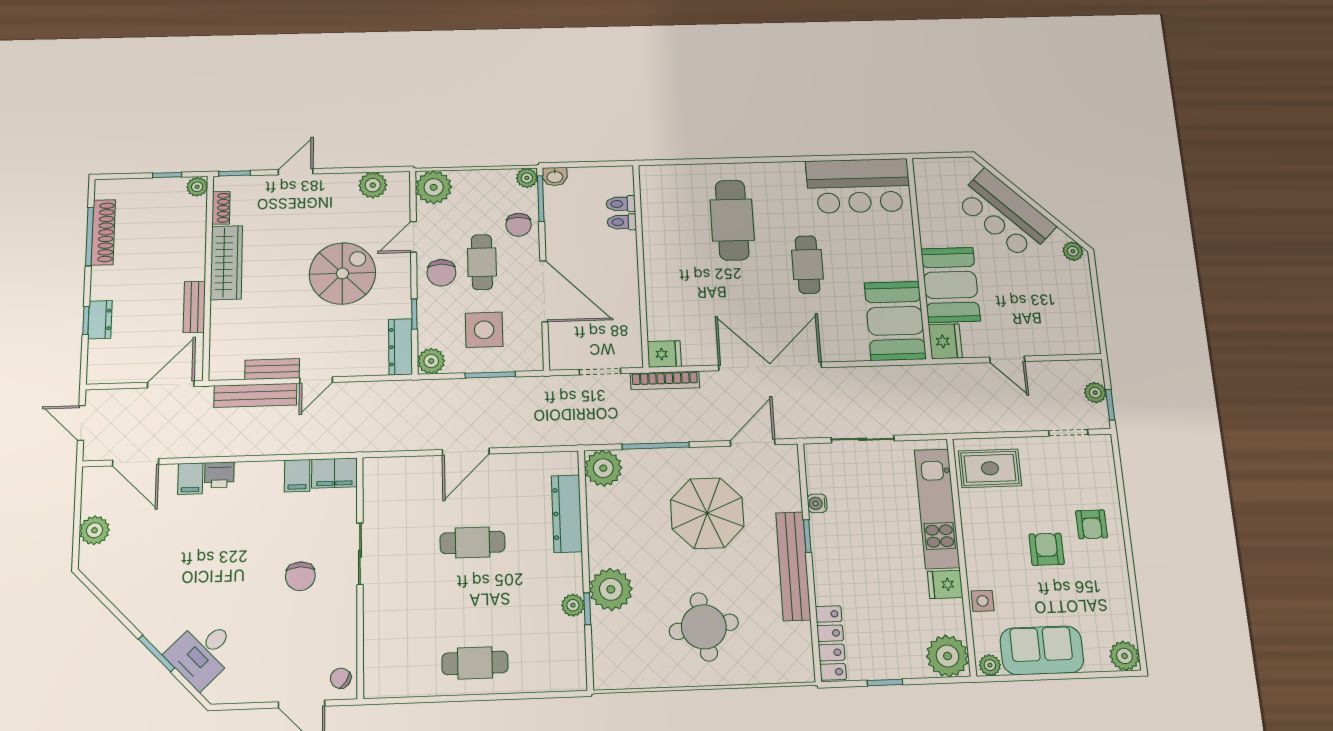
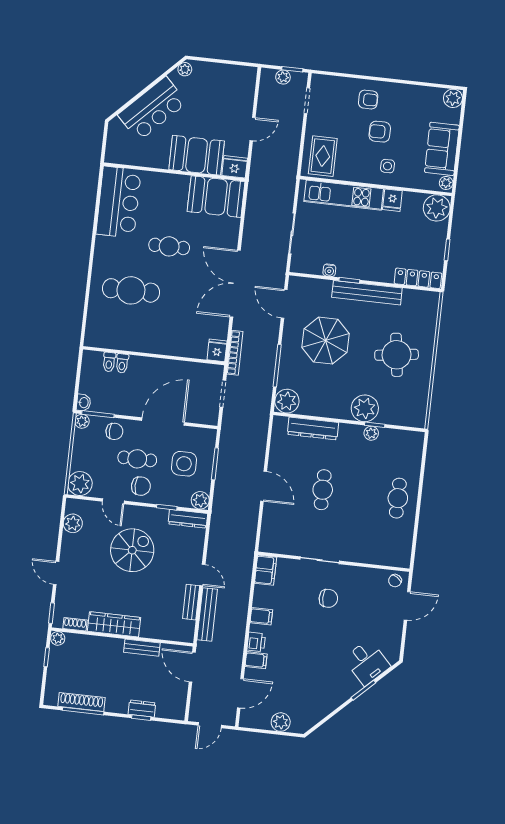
spiral stairs: (342, 273) -> (132, 550), turned 90
filing cabinet: (297, 476) -> (261, 616), moved
side table: (983, 601) -> (388, 166), moved

